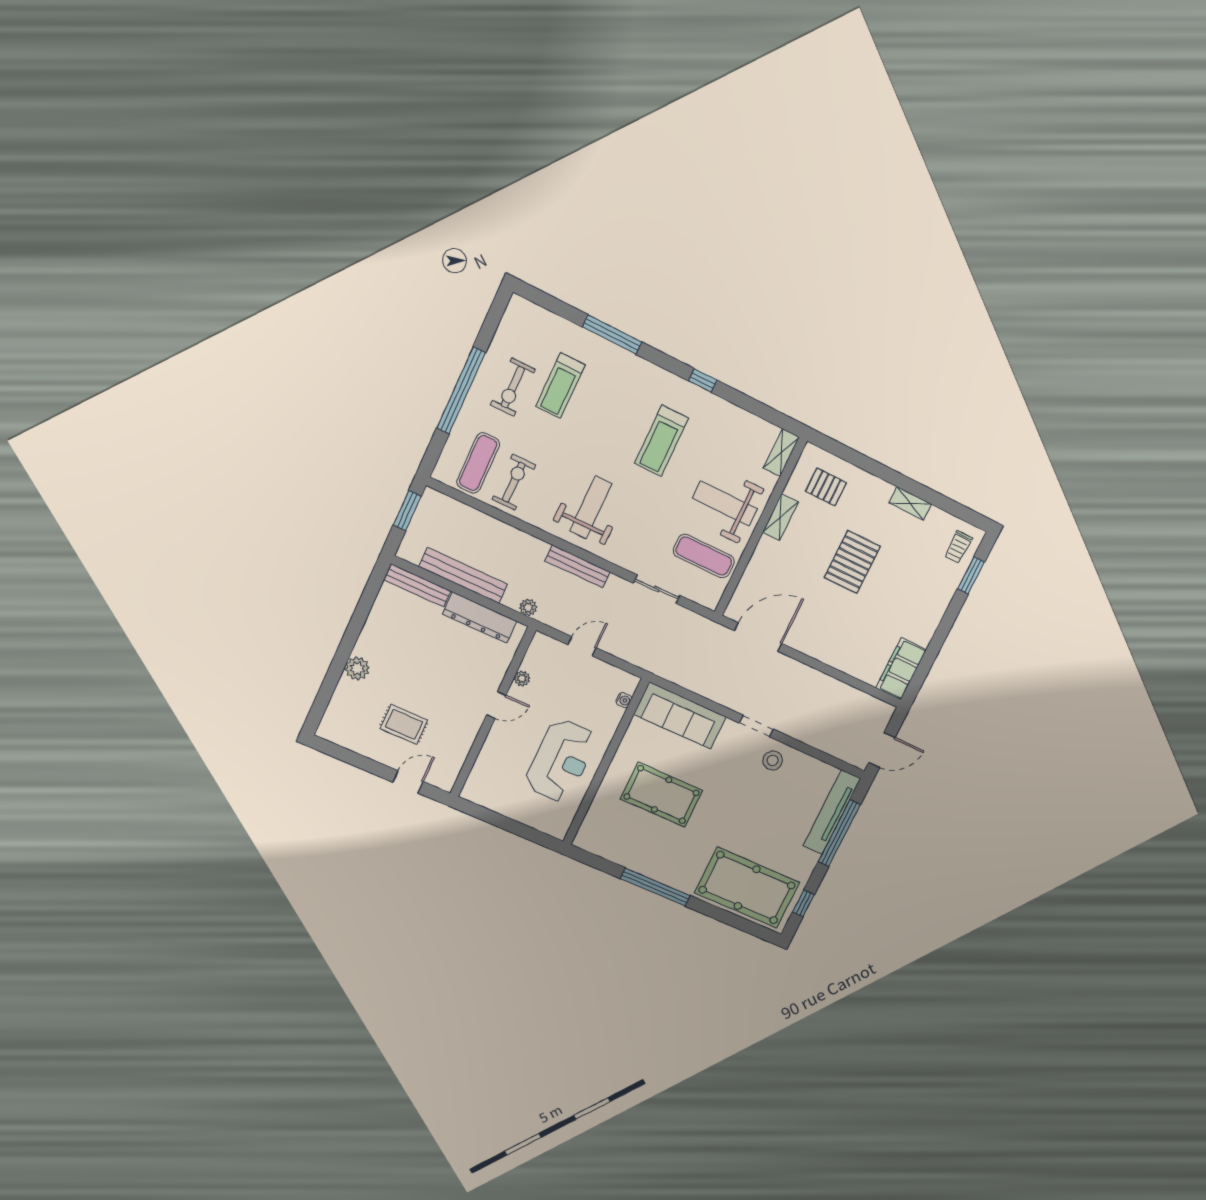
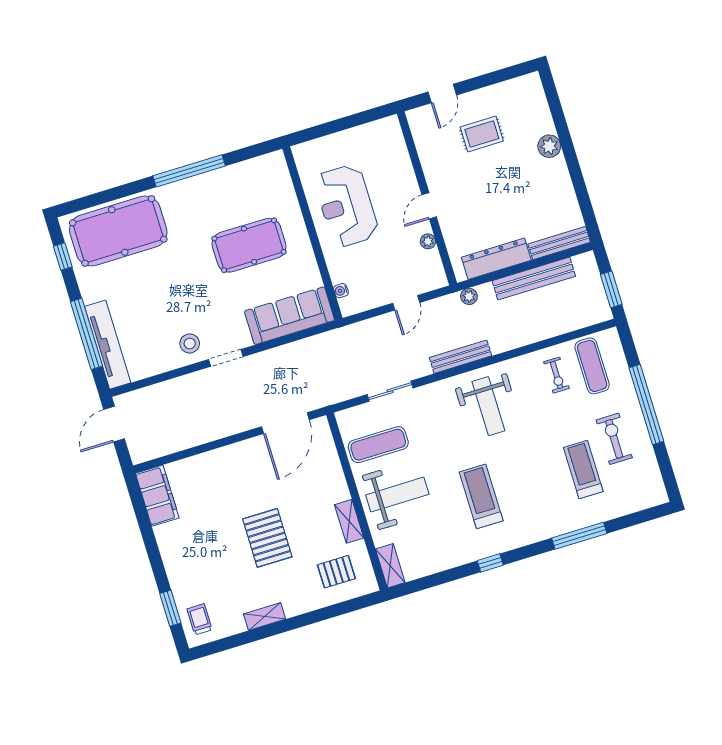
exercise bike: (514, 482) -> (557, 375), width x0.73, depth x0.72

